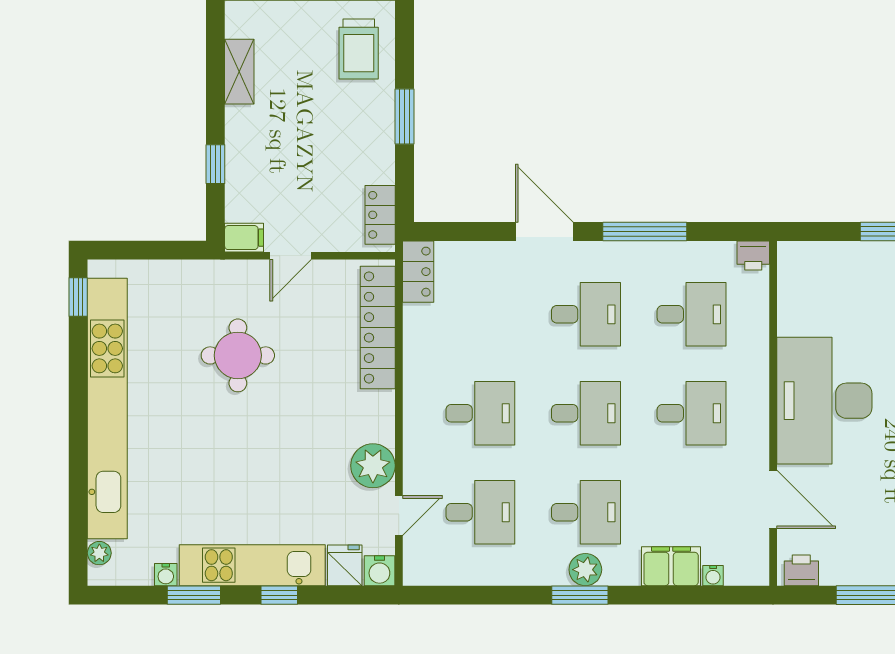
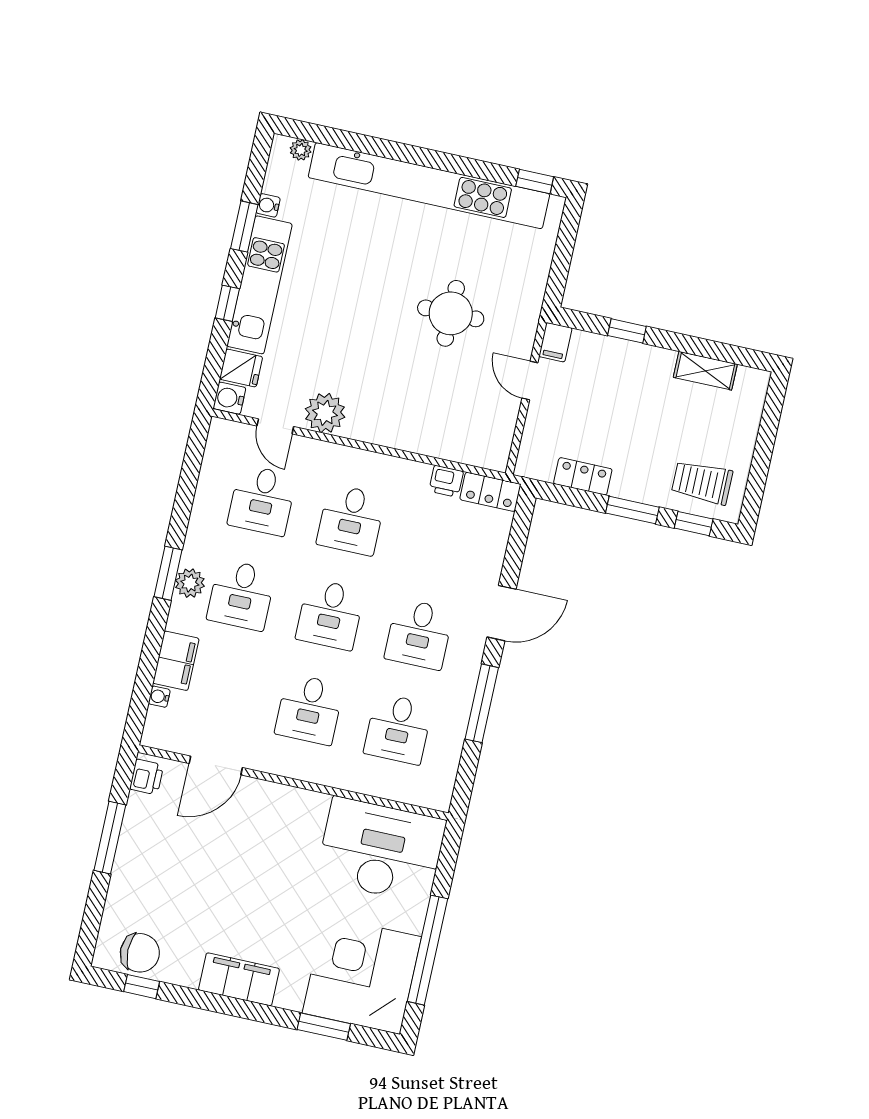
window: (404, 48) -> (694, 524), added
locker: (380, 215) -> (583, 476), moved
printer: (753, 255) -> (446, 481), moved, turned -90
locker: (378, 327) -> (448, 444), removed
desk: (824, 401) -> (381, 850), moved

